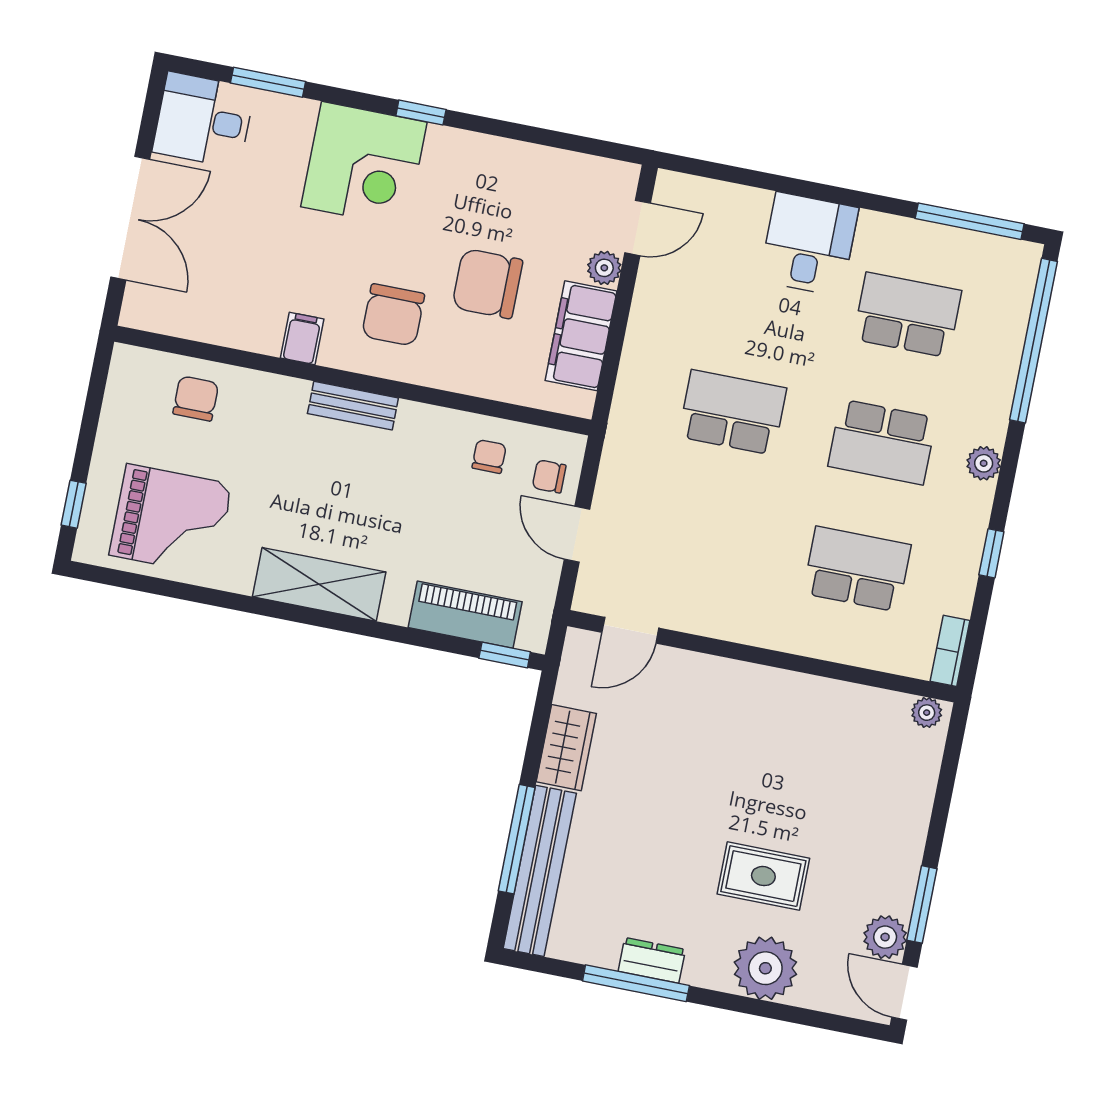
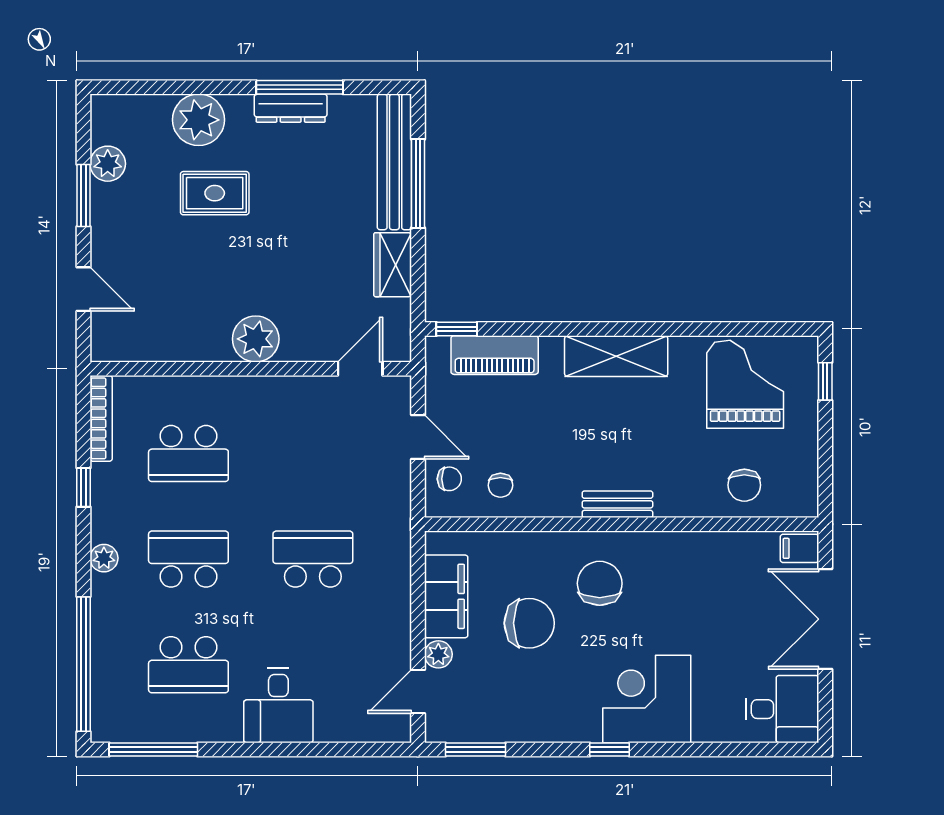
window: (268, 82) -> (475, 749), moved
filing cabinet: (302, 338) -> (799, 548), moved, turned 90
school desk: (732, 412) -> (313, 559), turned 180
grand piano: (171, 520) -> (745, 384), turned 90
bookcase: (950, 651) -> (101, 418), width x1.56
plant: (927, 713) -> (256, 339), moved, width x1.87, depth x1.87
dresser: (652, 960) -> (291, 108), width x1.44
door: (904, 992) -> (83, 289), moved

